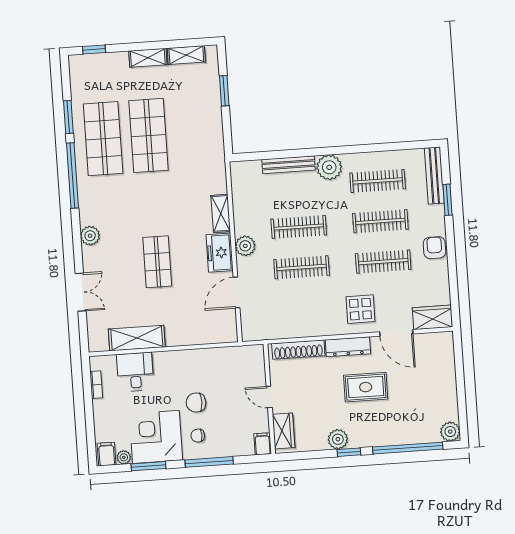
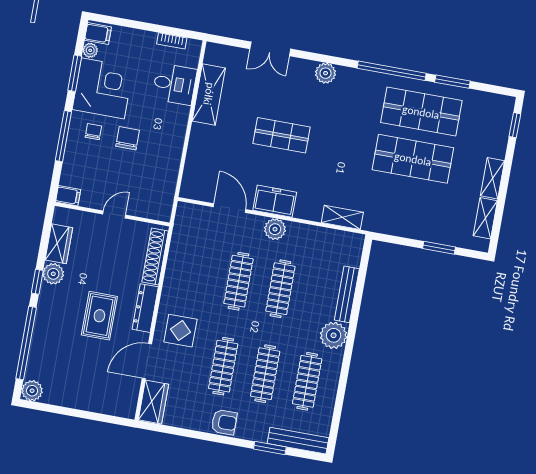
shelving: (221, 213) -> (342, 217), moved
wardrobe: (284, 431) -> (59, 244), moved, turned -90

